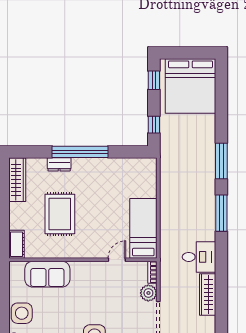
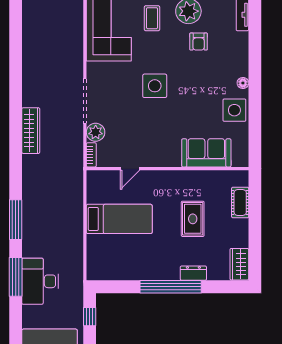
wardrobe: (17, 180) -> (239, 264), width x0.67
rug: (60, 214) -> (193, 219), width x0.73, depth x0.70
bed: (143, 228) -> (119, 219), moved, turned -90
cot: (16, 244) -> (240, 202), moved
desk: (199, 257) -> (40, 281), moved, width x1.37

